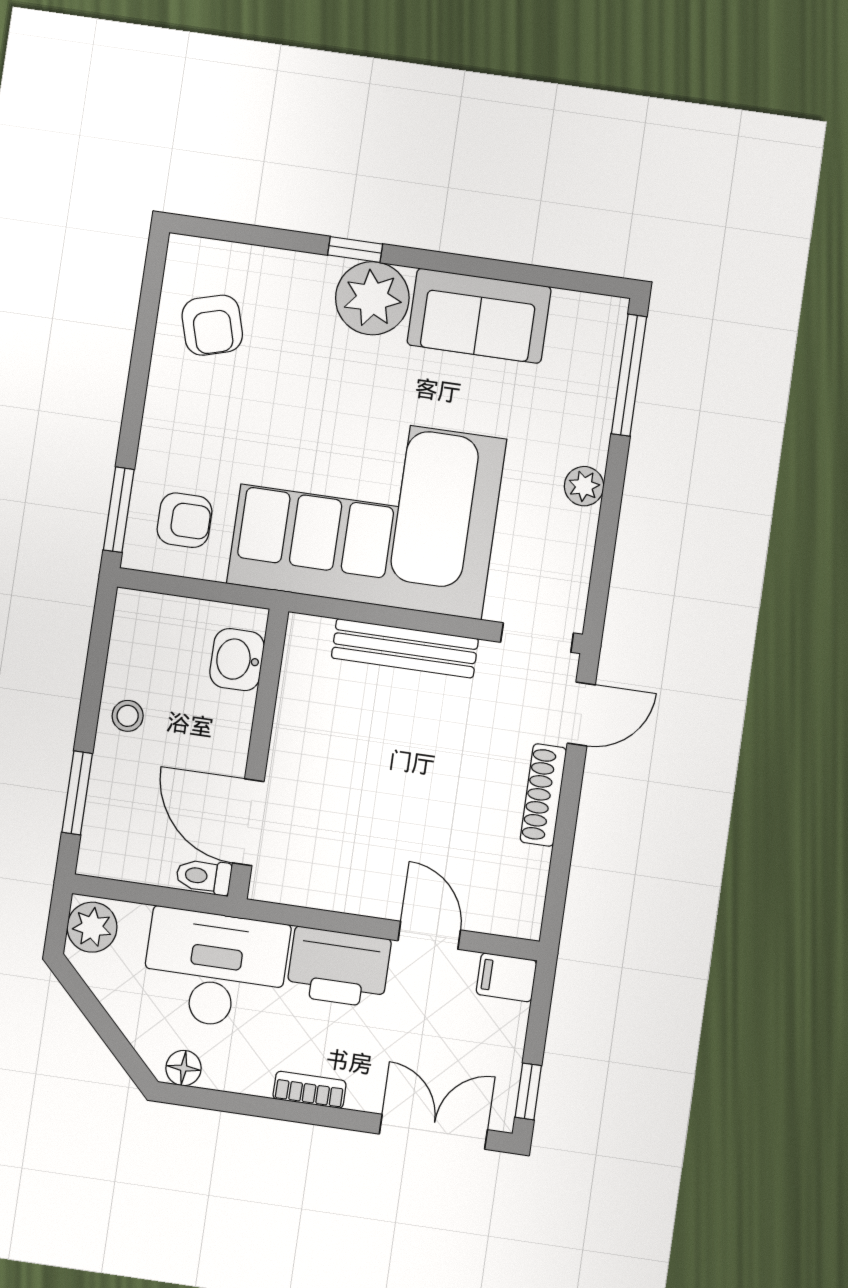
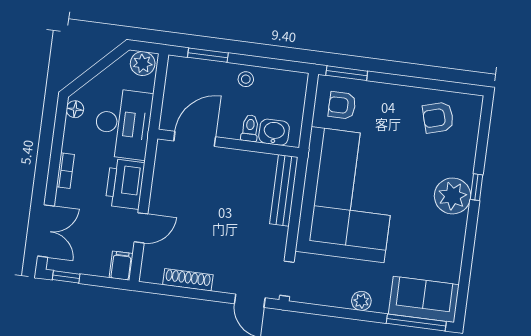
sofa: (479, 316) -> (424, 299), moved, turned 90
armchair: (184, 520) -> (342, 105), turned 90
bench: (405, 648) -> (284, 190), moved
shoe rack: (543, 795) -> (188, 280), moved
toilet: (204, 876) -> (250, 128), moved

